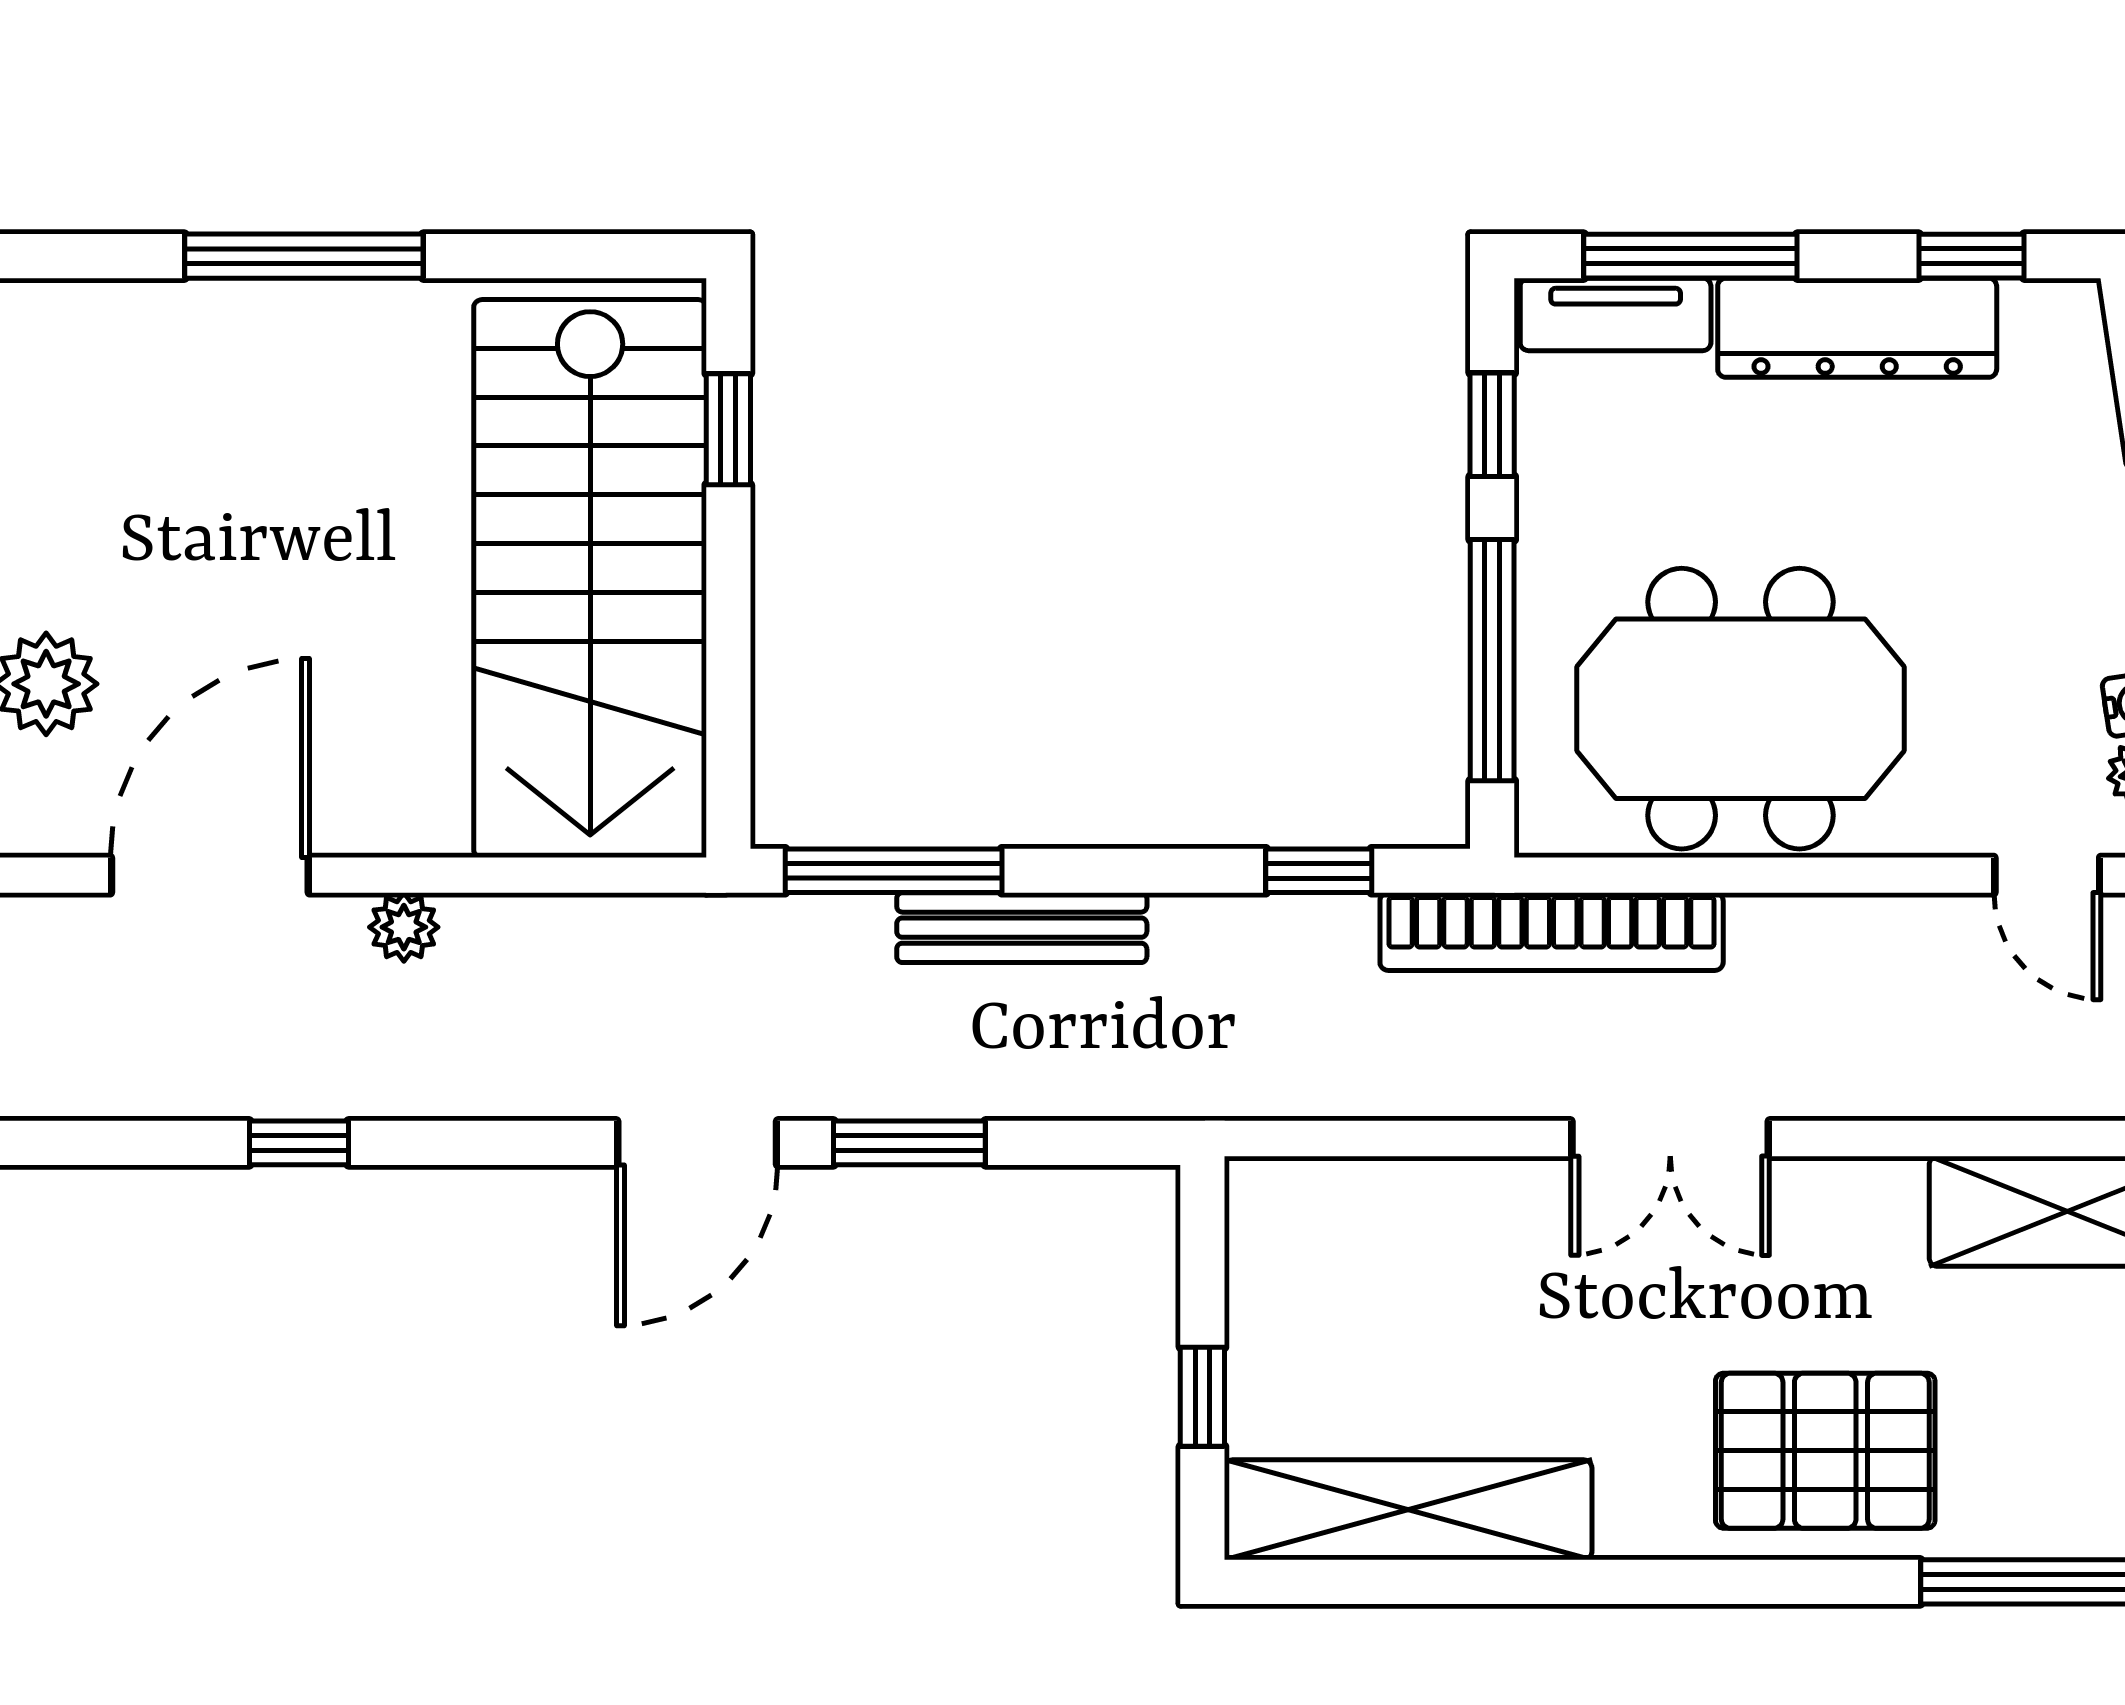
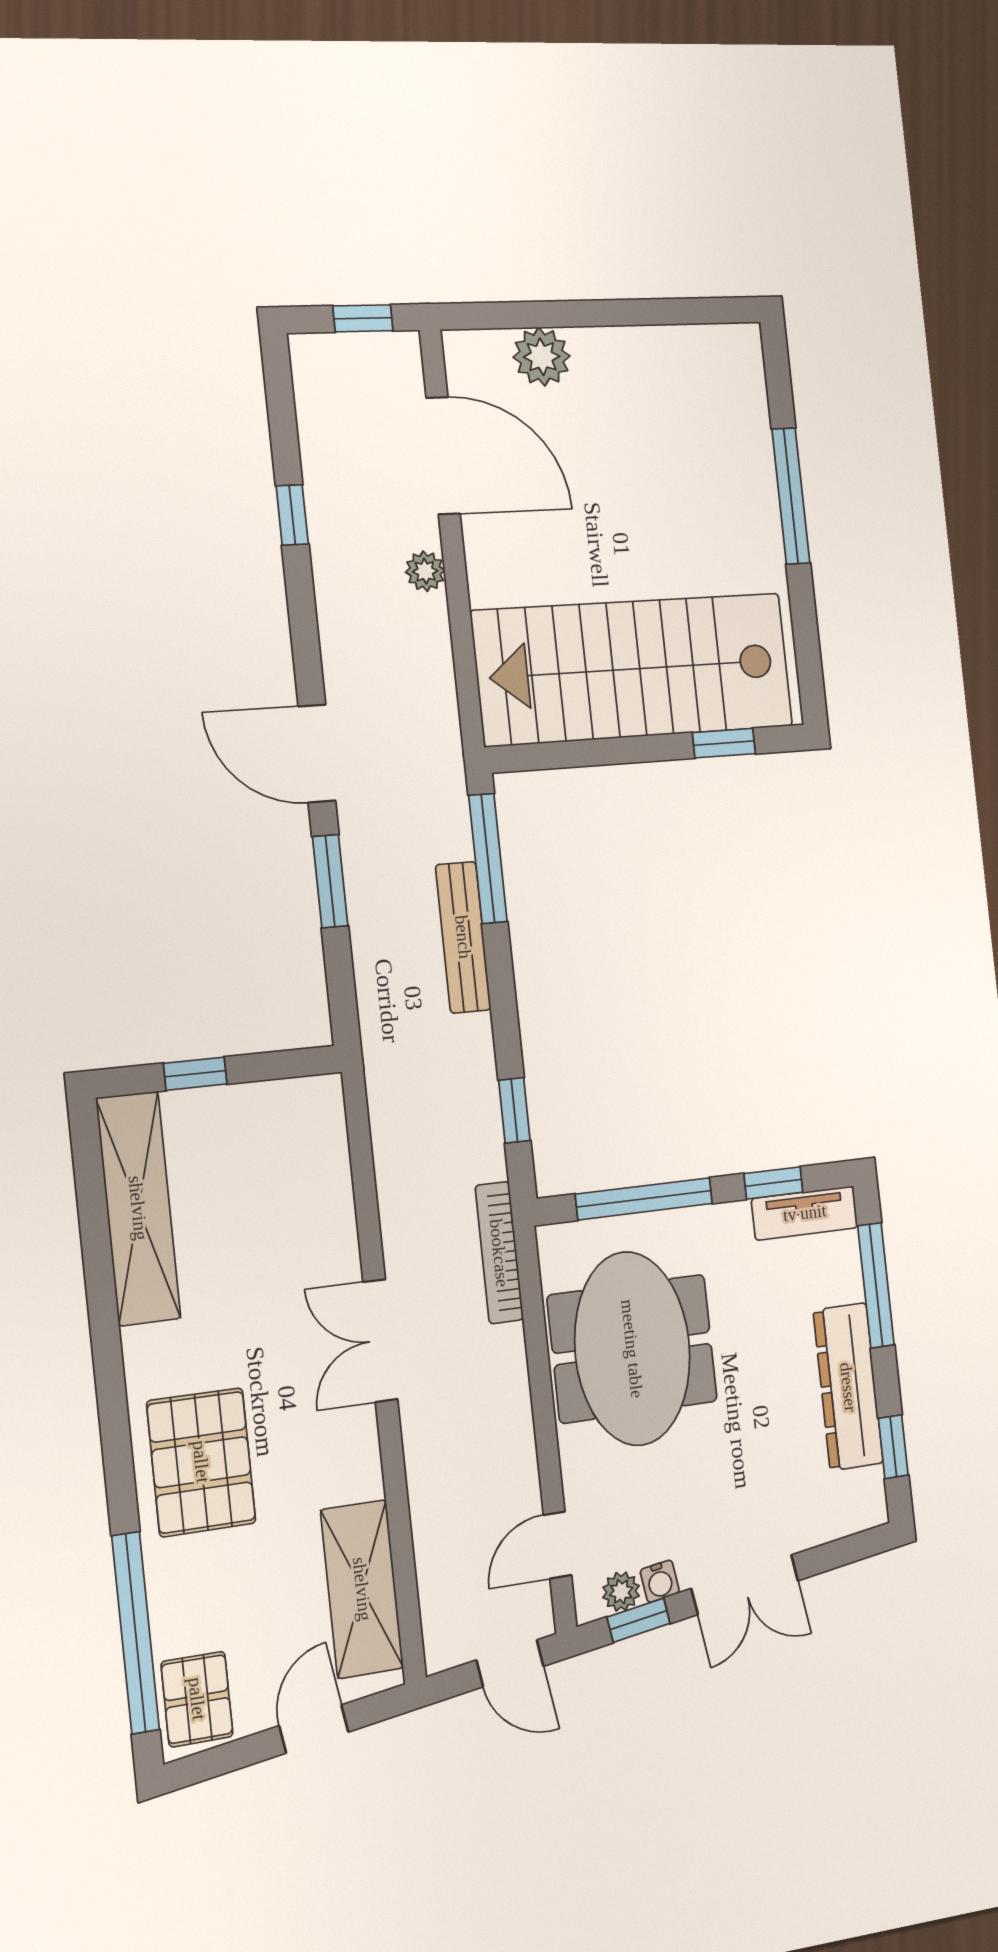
tv unit: (1616, 314) -> (805, 1213), moved, turned -90
bookcase: (1552, 932) -> (499, 1253), width x0.68, depth x0.76

